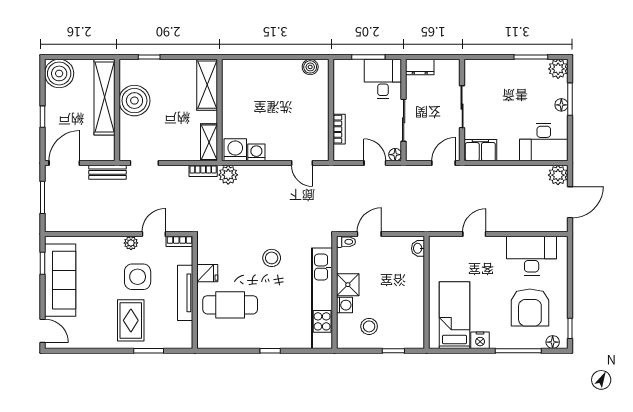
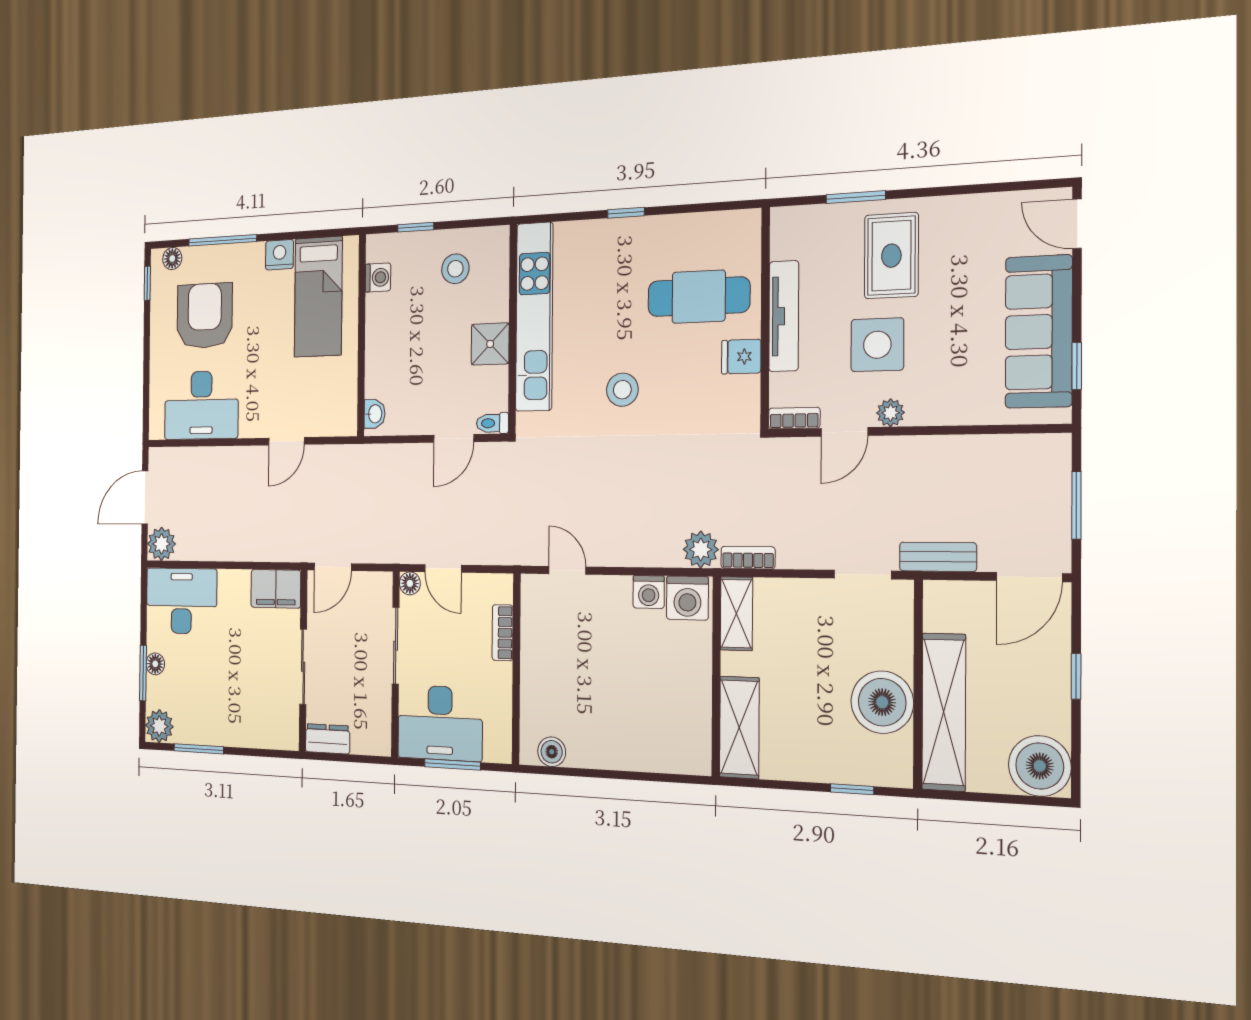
dresser: (420, 67) -> (328, 739), moved
desk: (383, 79) -> (440, 723), width x1.37
washing machine: (345, 305) -> (378, 277), moved, turned 180

